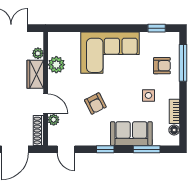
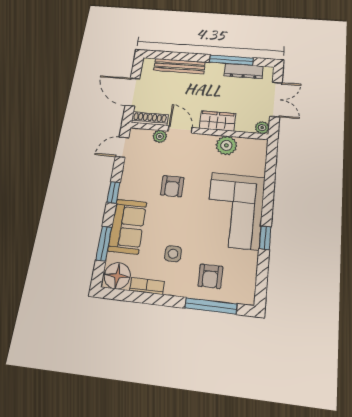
window: (157, 28) -> (265, 238), moved
plant: (38, 53) -> (262, 128), moved
door: (46, 104) -> (180, 129), swing flipped
armchair: (95, 104) -> (172, 186), turned -63
floor lamp: (174, 130) -> (117, 276), width x1.89, depth x1.89

